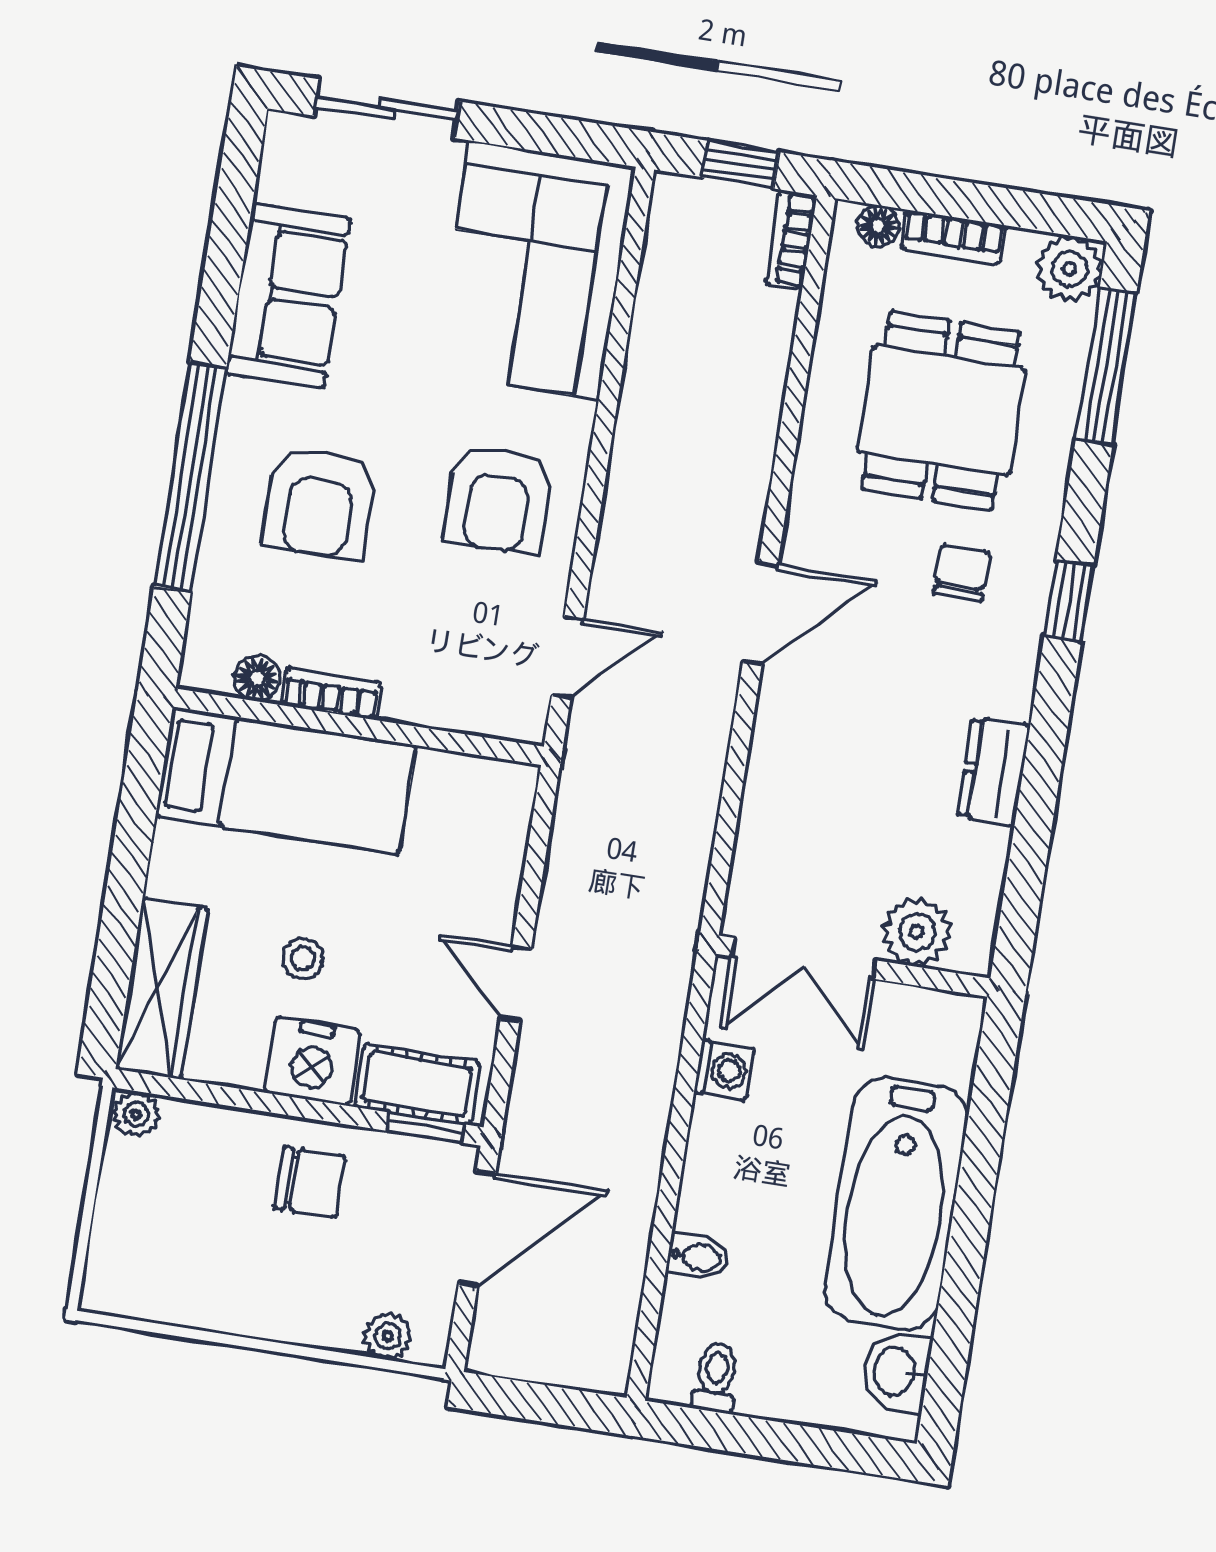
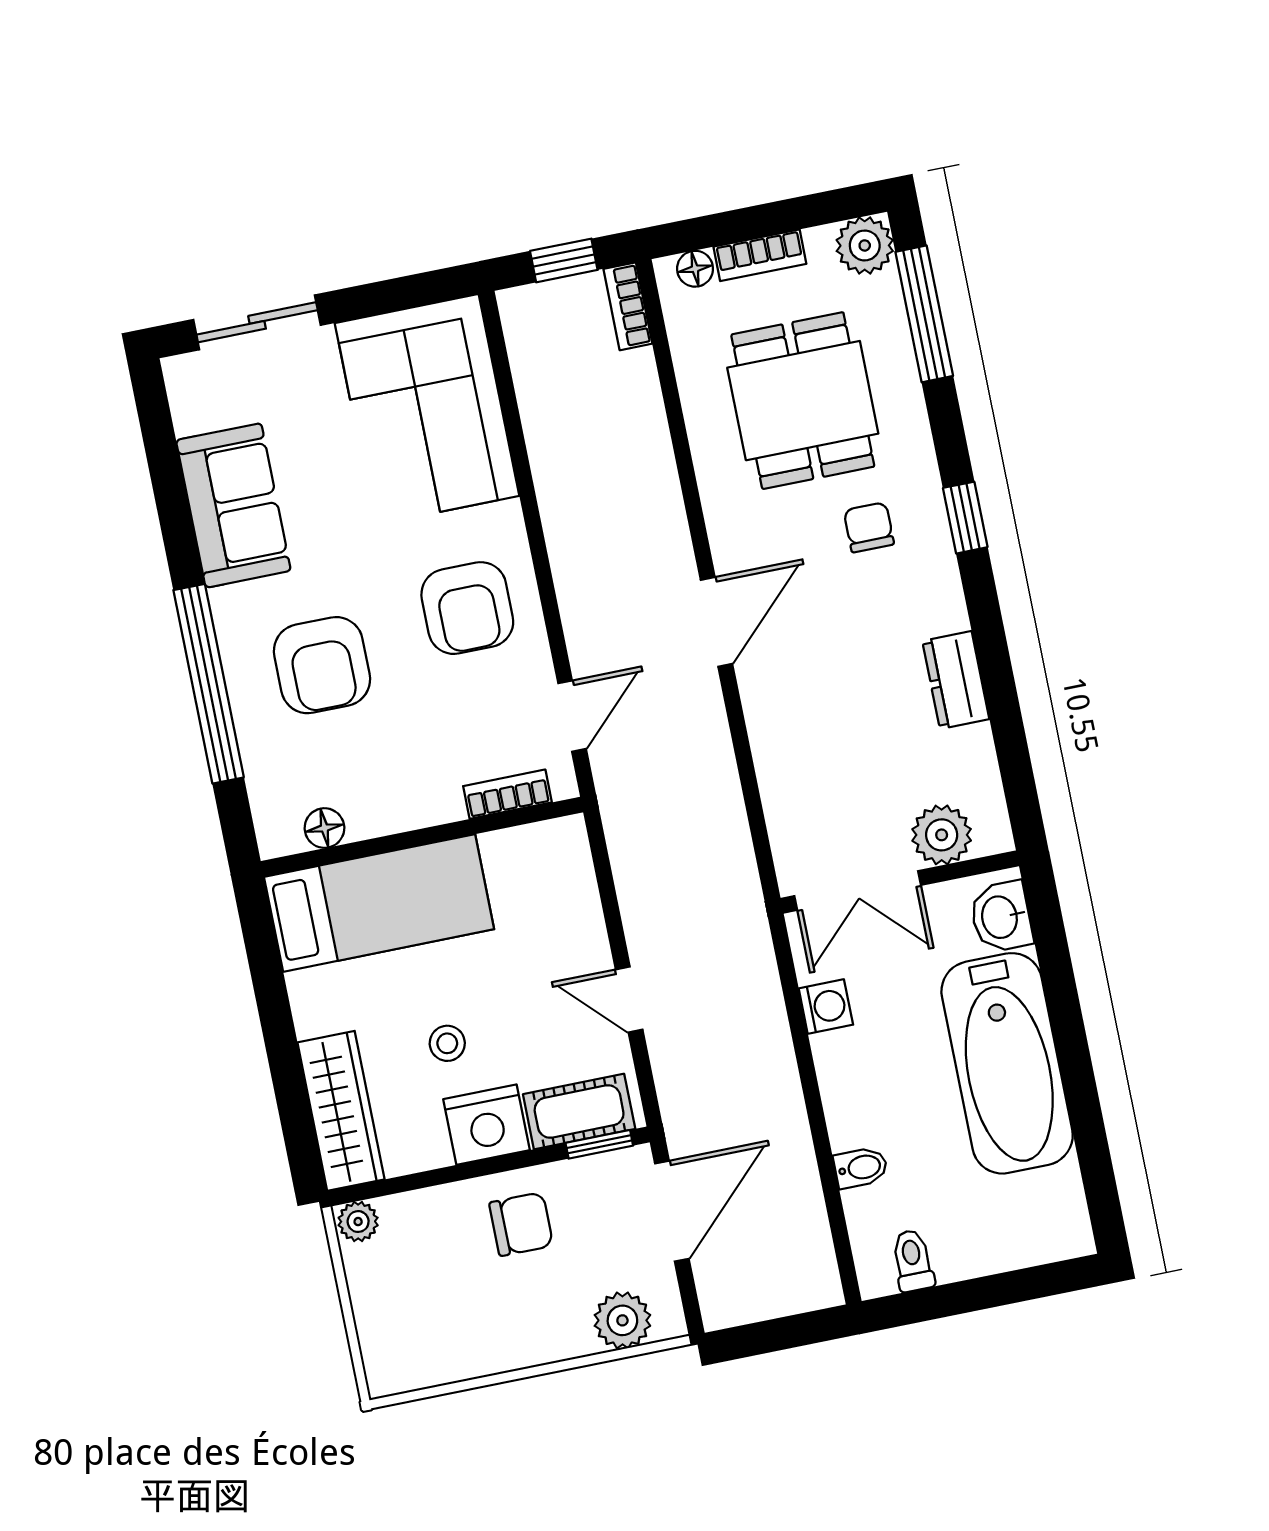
bookcase: (331, 694) -> (508, 794), moved
plant: (388, 1336) -> (622, 1320), width x1.38, depth x1.38
washbasin: (896, 1372) -> (1001, 917), moved

